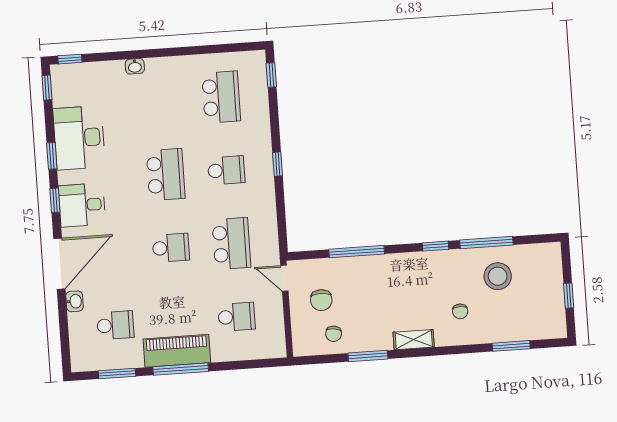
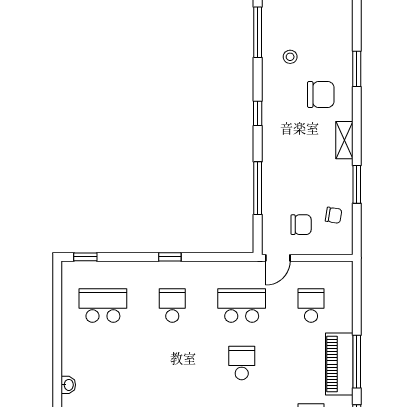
school desk: (166, 174) -> (172, 363), removed
window: (486, 242) -> (258, 32), moved
stool: (498, 276) -> (290, 57), width x0.53, depth x0.53
chair: (460, 311) -> (321, 94), width x1.87, depth x1.87
window: (511, 346) -> (357, 69), moved

